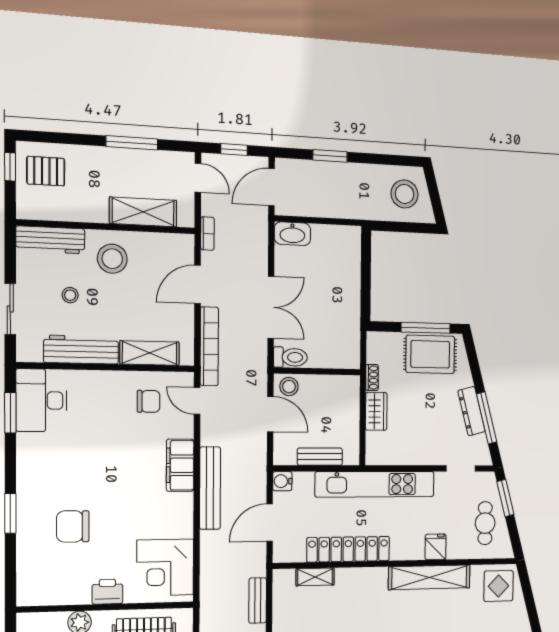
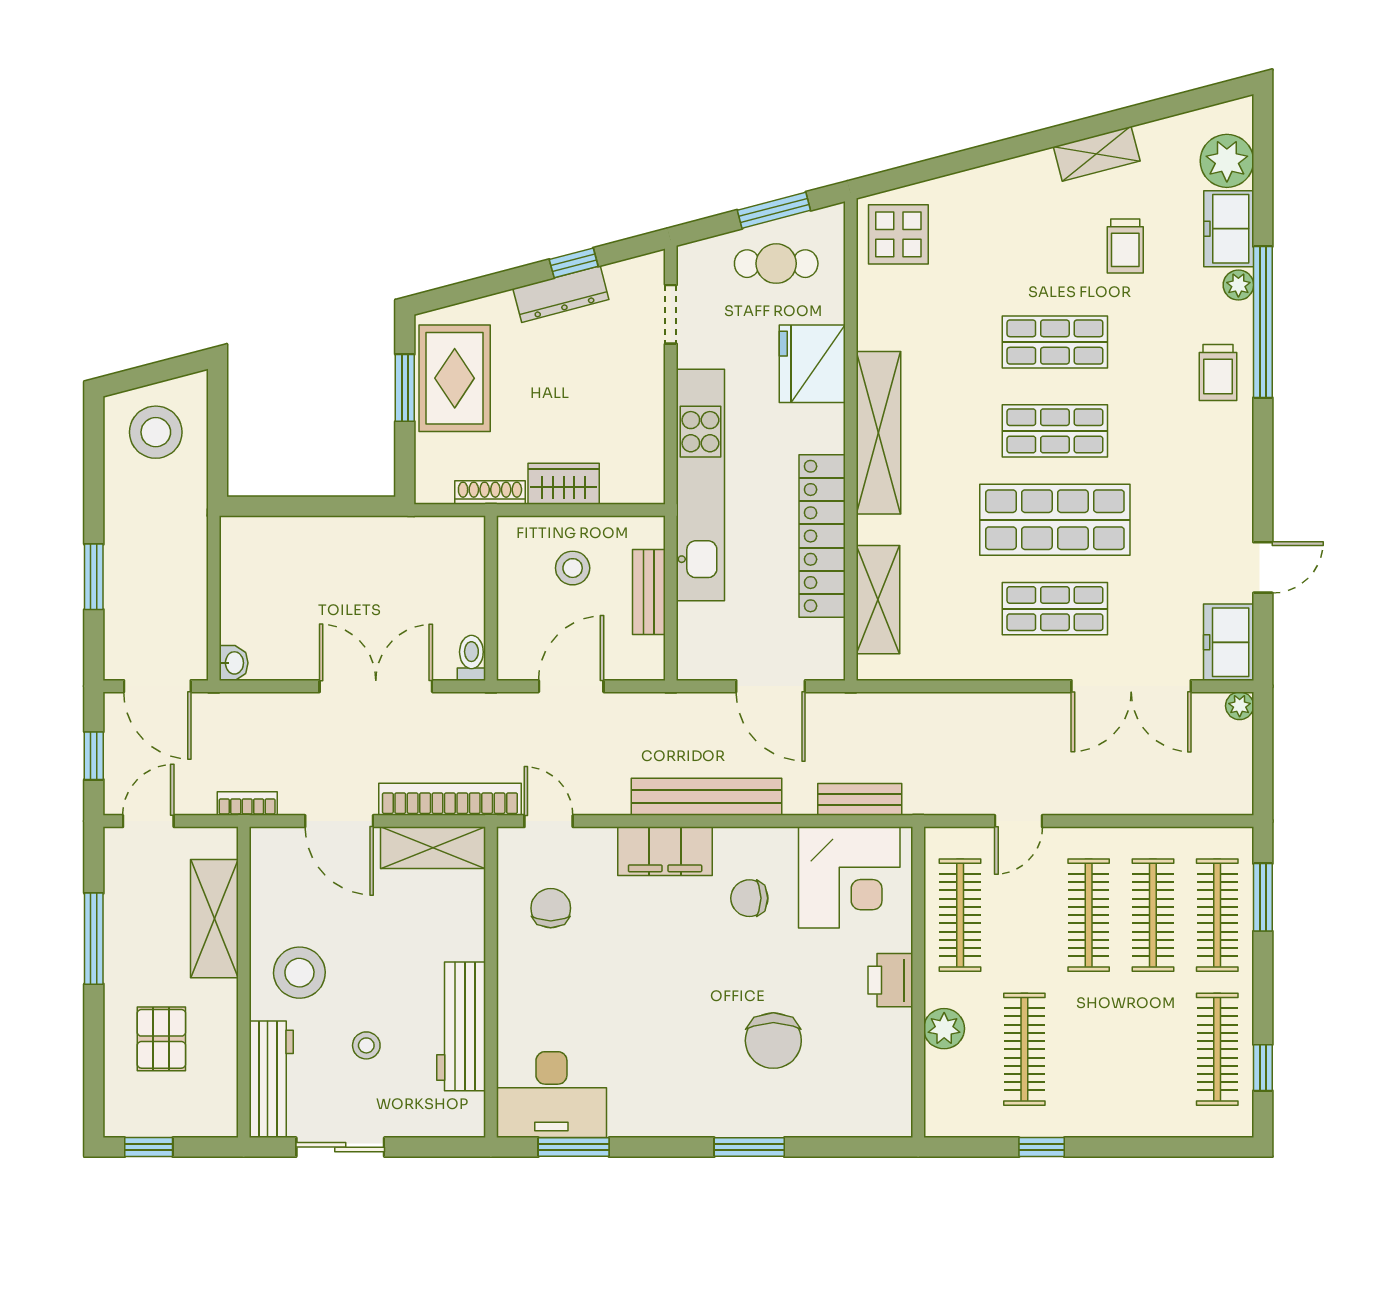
pallet: (46, 171) -> (161, 1039), moved
washbasin: (292, 234) -> (234, 663), width x0.52, depth x0.69
sliding door: (10, 309) -> (340, 1147), moved
window: (426, 328) -> (405, 388), width x0.69
shelving: (150, 353) -> (433, 848), moved, turned 90
toilet: (290, 357) -> (471, 658), width x0.73, depth x0.72
shoe rack: (372, 377) -> (490, 493), width x1.43
stool: (289, 387) -> (573, 568), moved
door: (197, 401) -> (549, 821), swing flipped
window: (487, 418) -> (574, 263), width x0.46
water cooler: (282, 481) -> (694, 663), removed
window: (505, 498) -> (774, 210), moved
chair: (154, 512) -> (749, 898), added
fridge: (436, 547) -> (812, 364), width x1.88, depth x1.34
shelving: (315, 577) -> (878, 600), width x1.50, depth x1.33
shelving: (429, 577) -> (879, 433), moved
bench: (258, 601) -> (860, 799), moved

